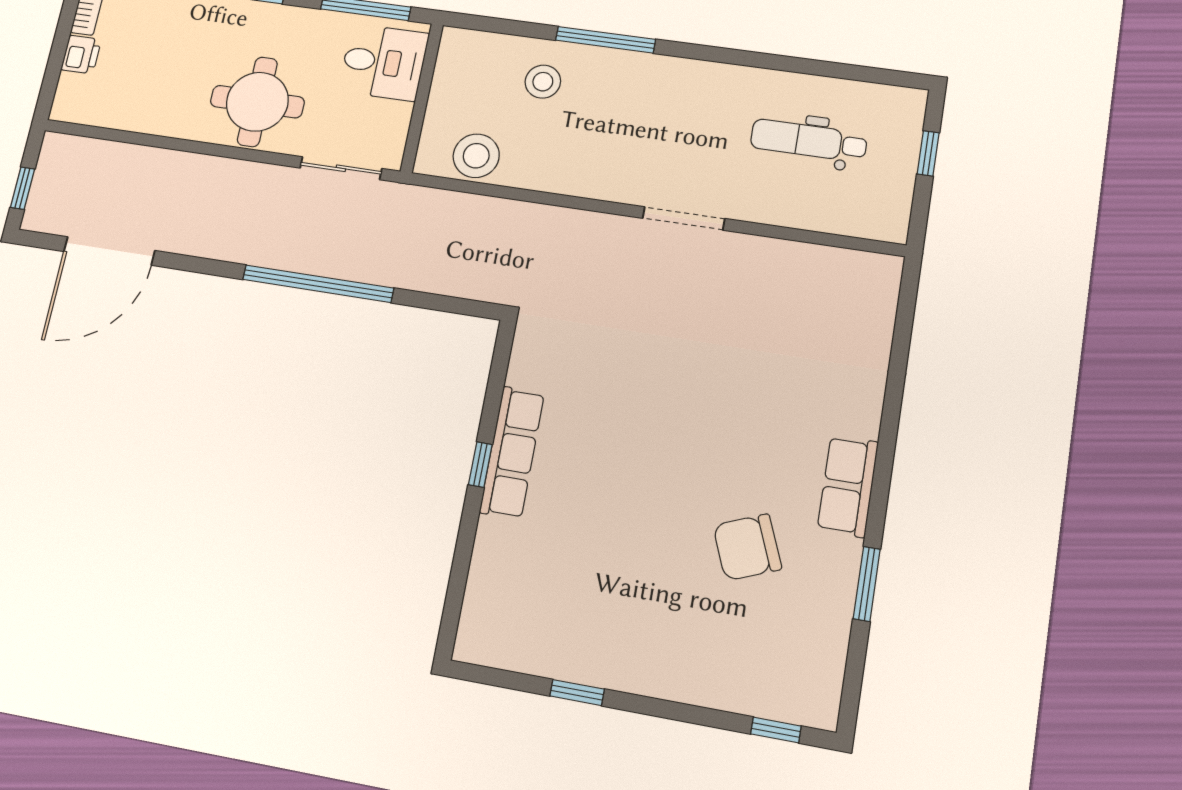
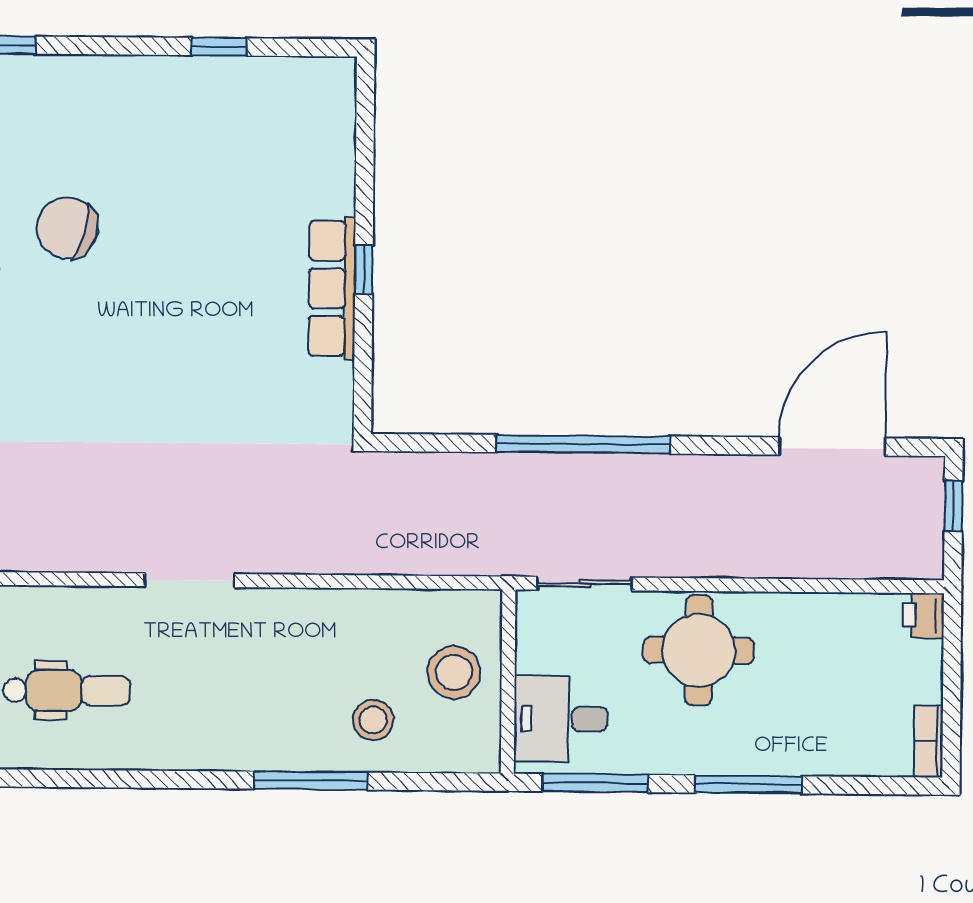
printer: (81, 55) -> (923, 615), moved
stool: (476, 156) -> (454, 672), moved
chair: (747, 547) -> (67, 228), turned -141

